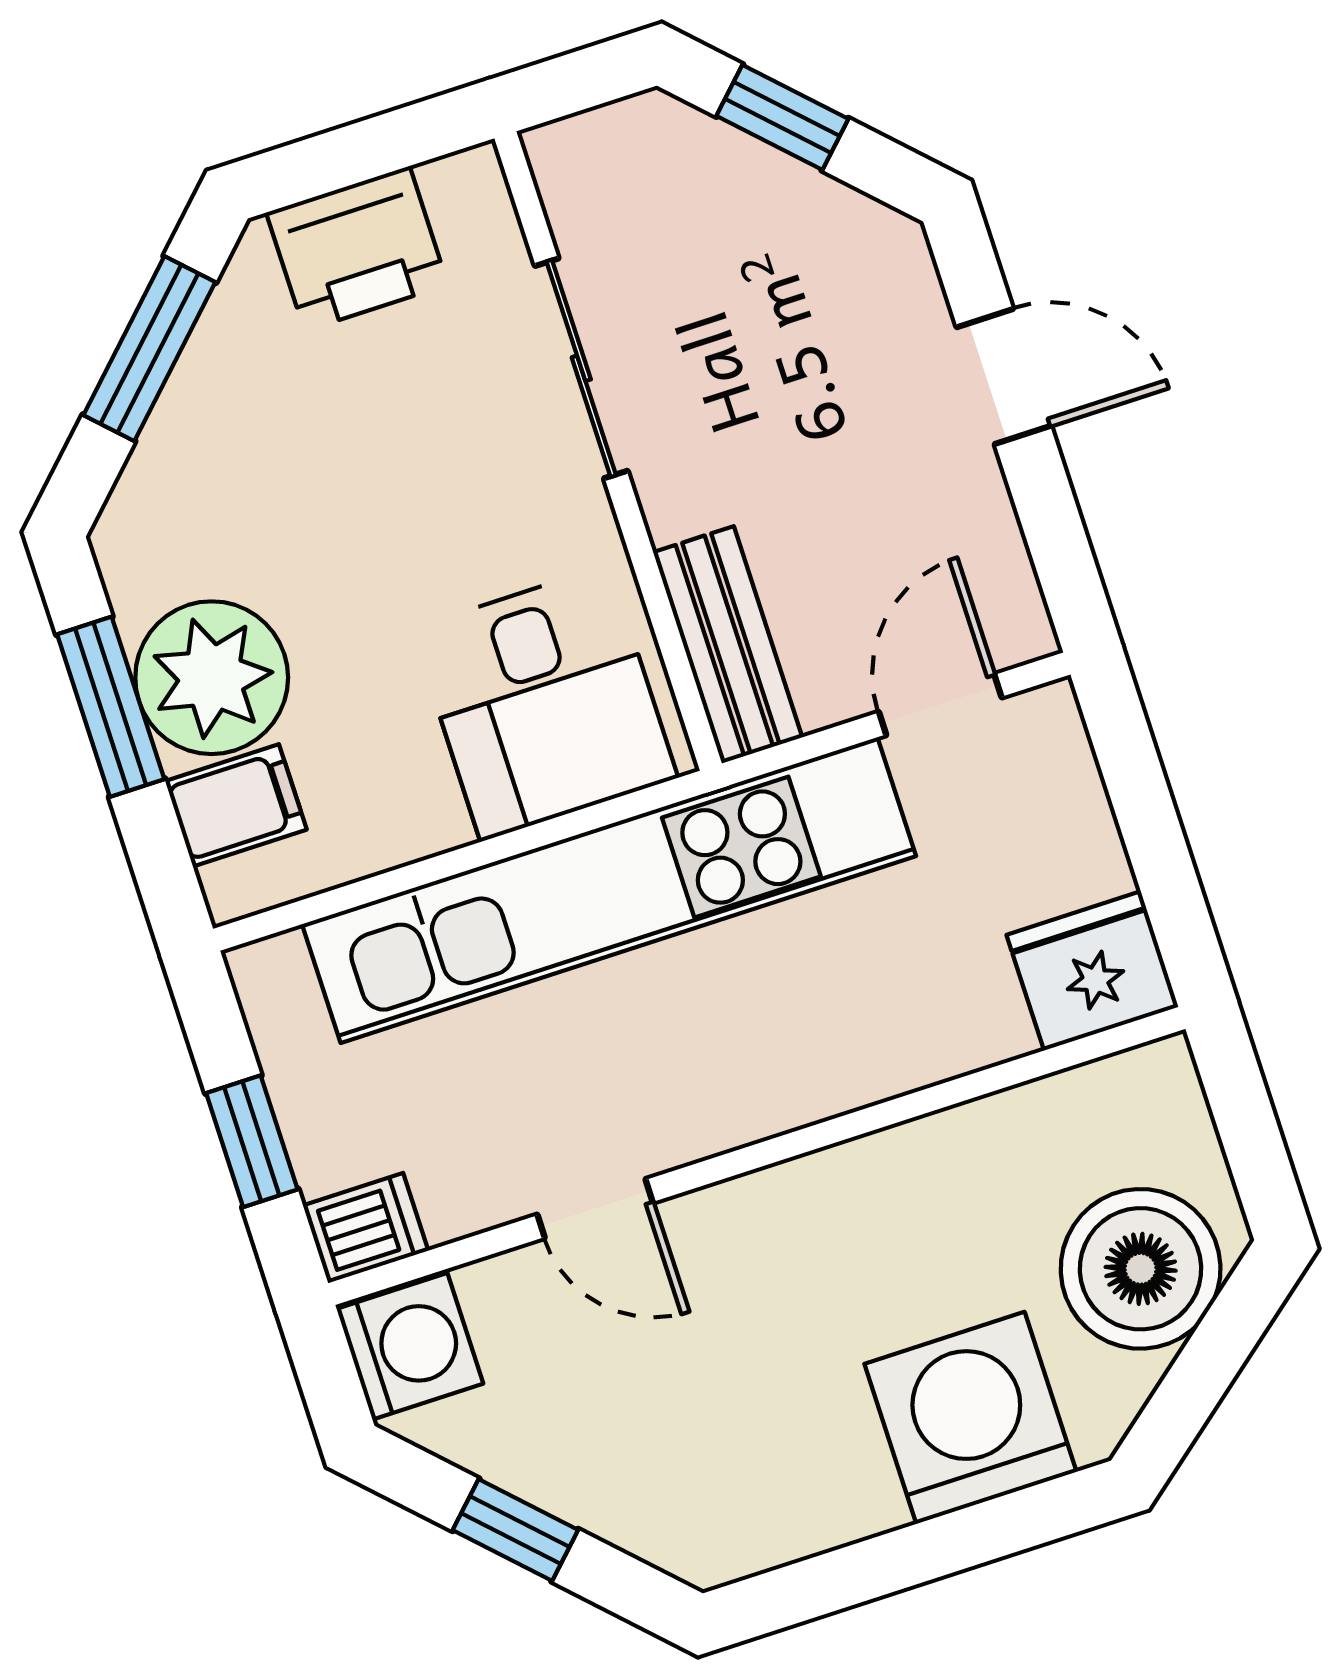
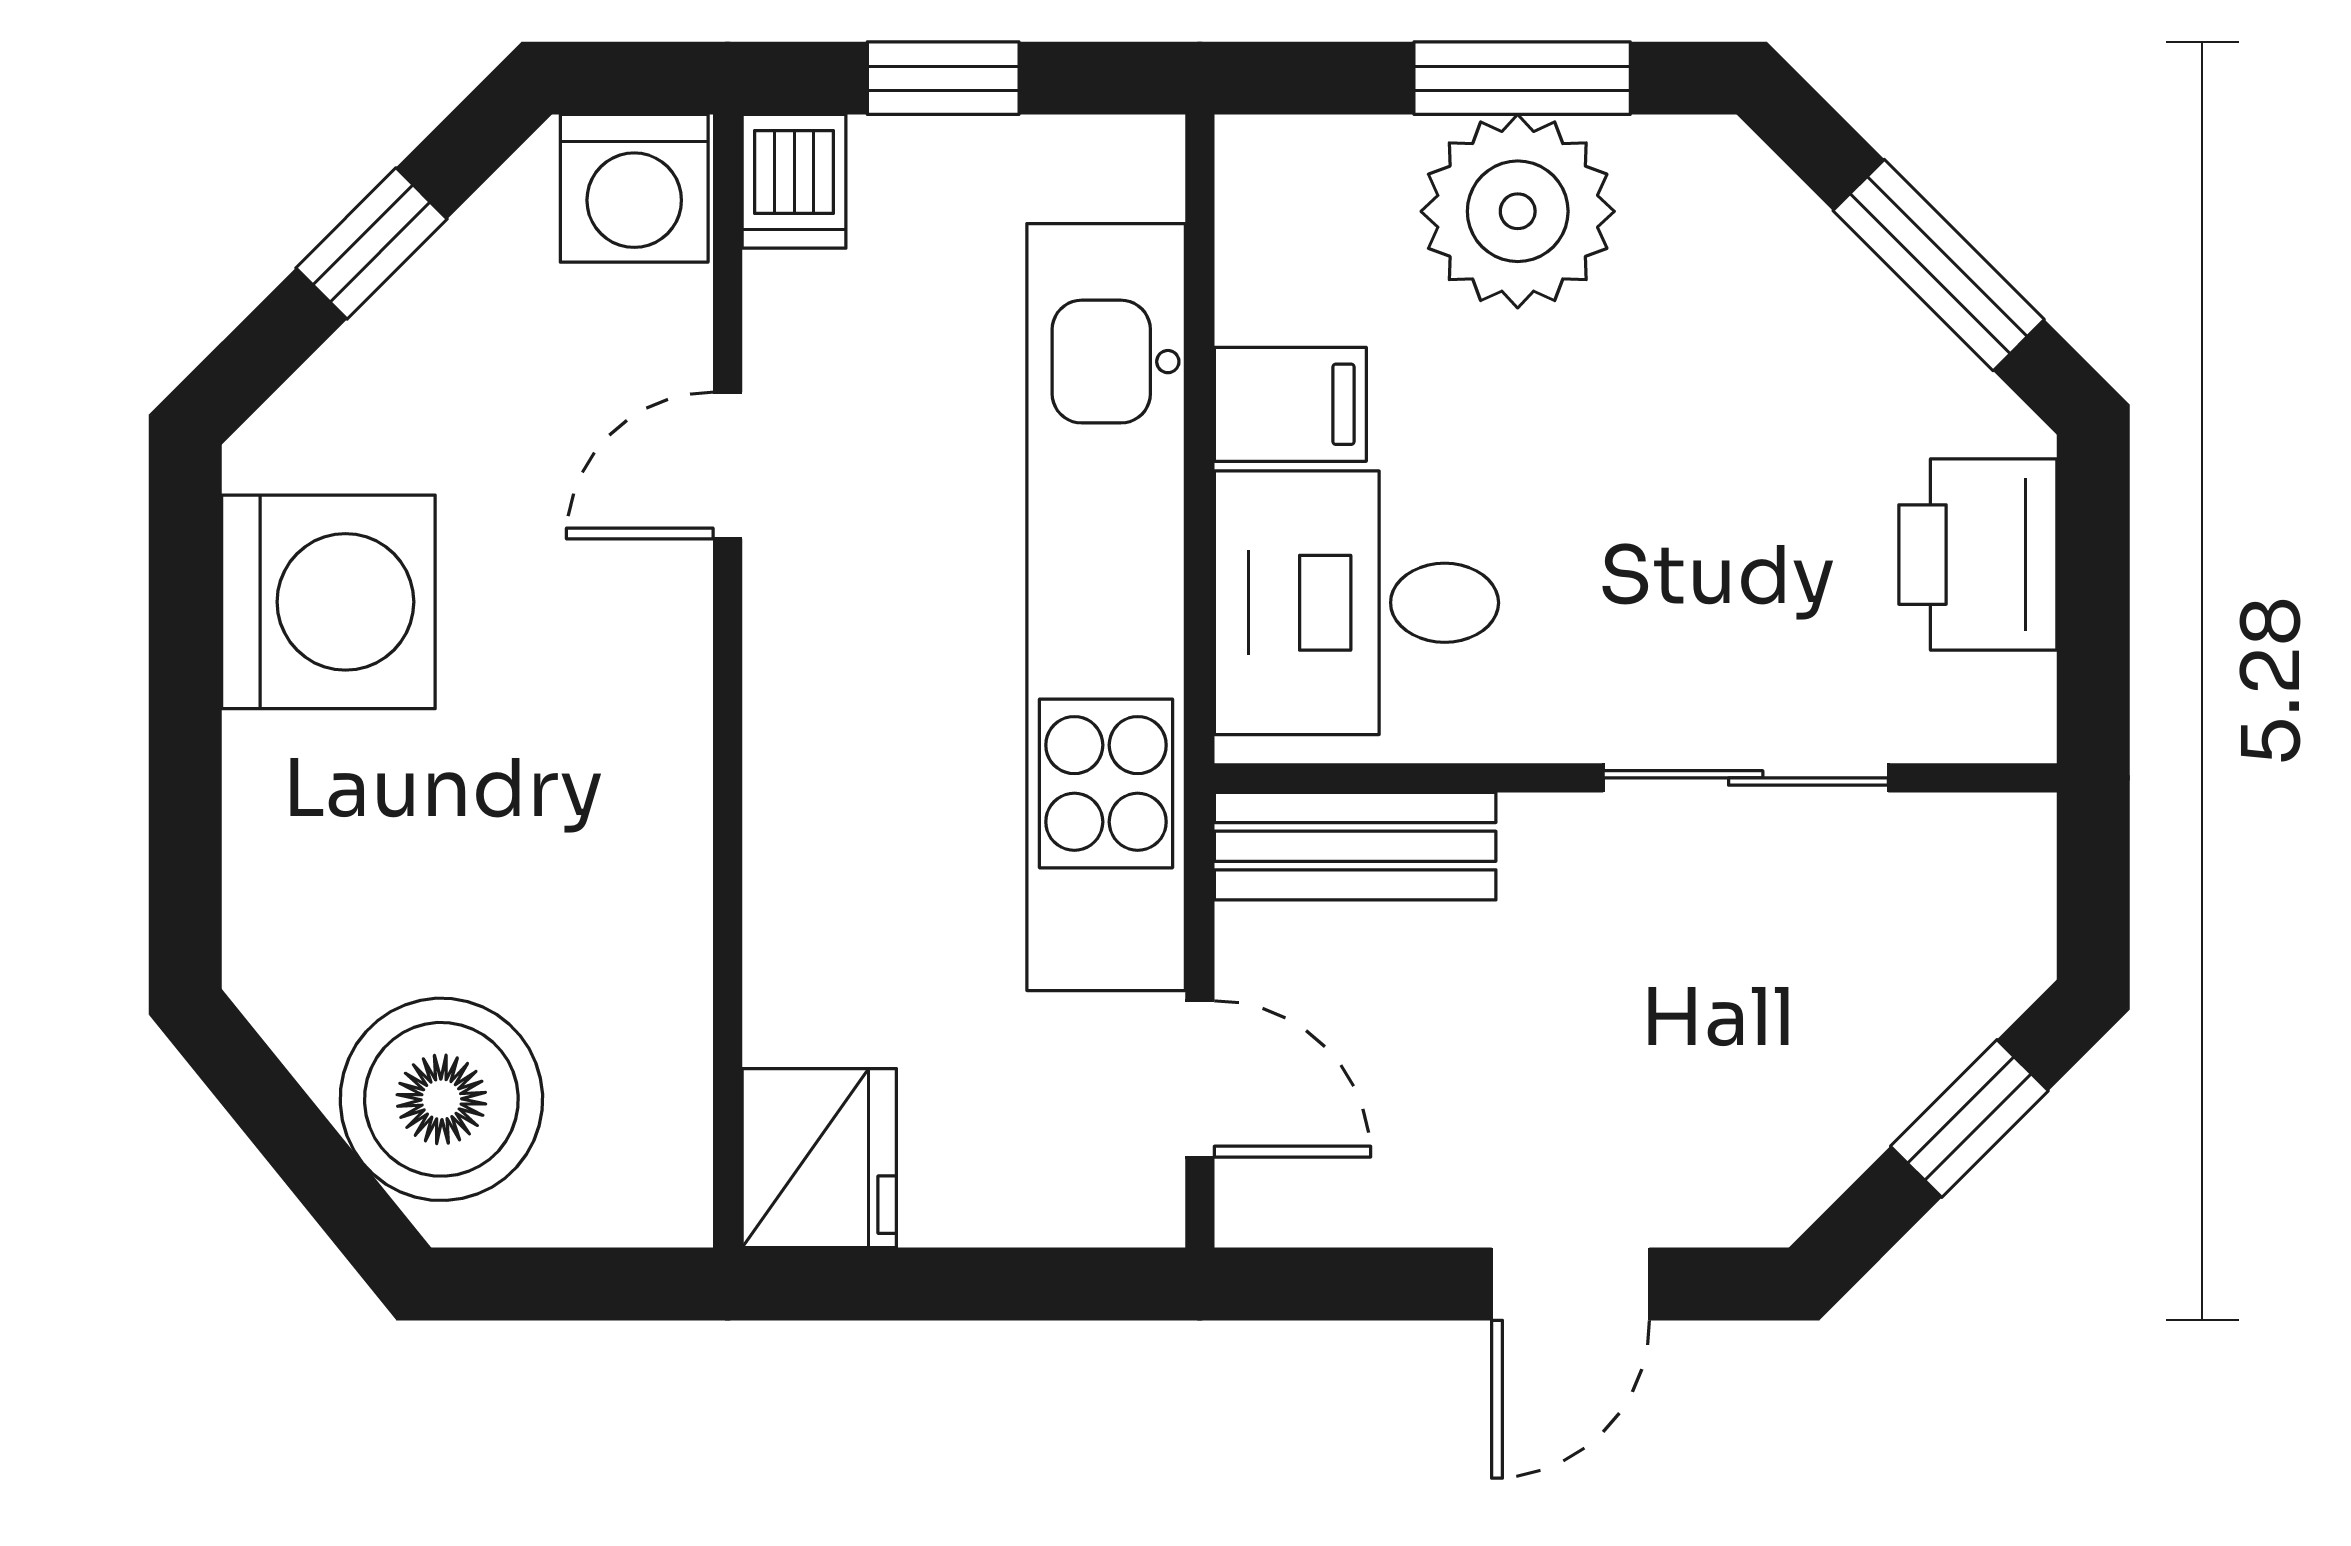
filing cabinet: (236, 805) -> (1290, 404), moved, turned -90
washing machine: (970, 1418) -> (328, 602), moved

